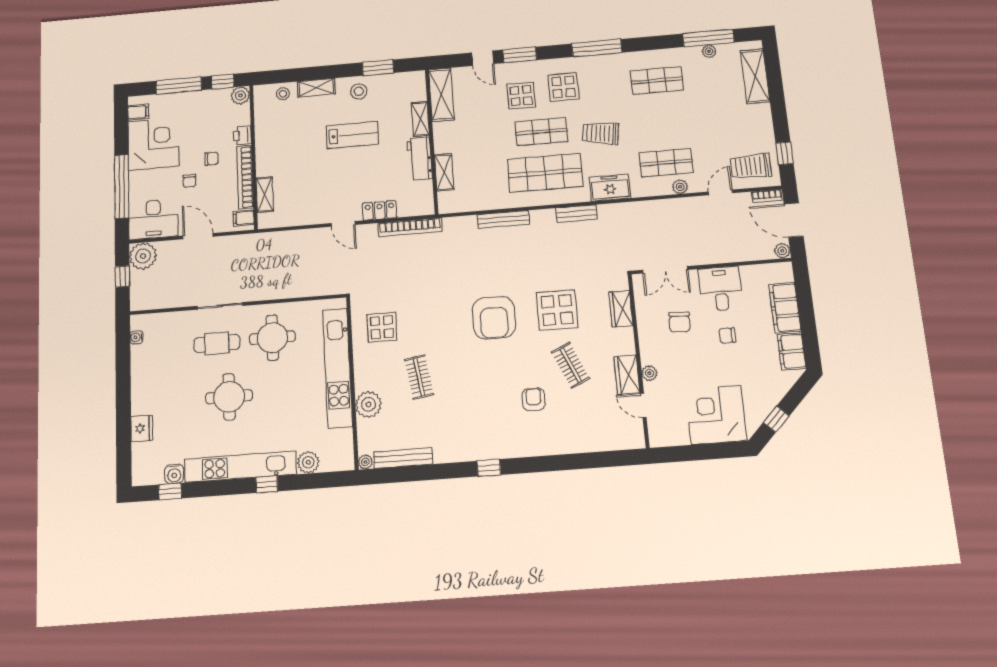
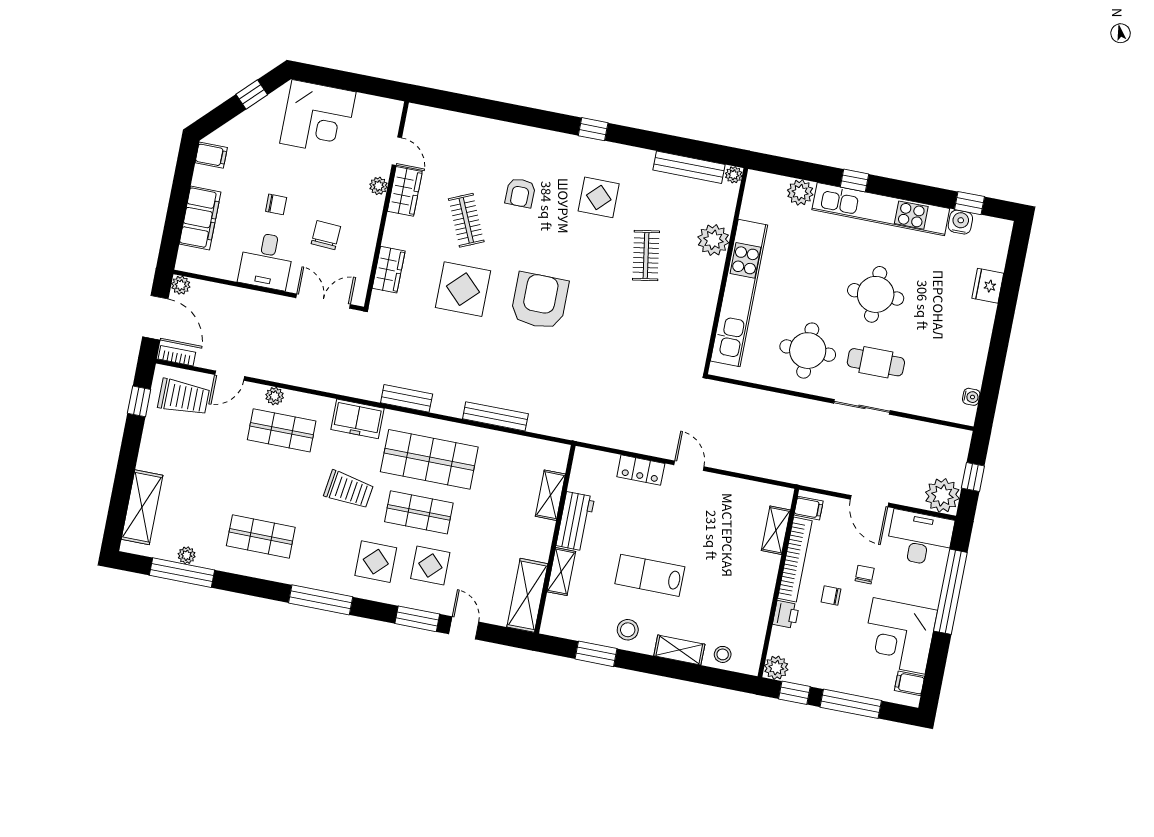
bookcase: (410, 227) -> (610, 439), removed
display table: (382, 327) -> (599, 197), moved
filing cabinet: (792, 351) -> (211, 155), width x0.50

